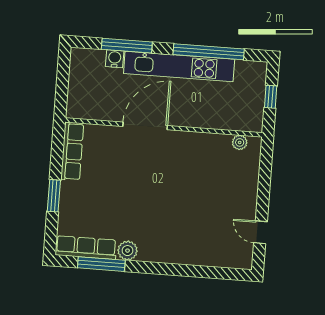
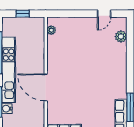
plant: (128, 251) -> (121, 36), moved

